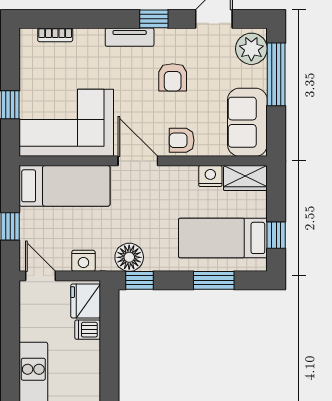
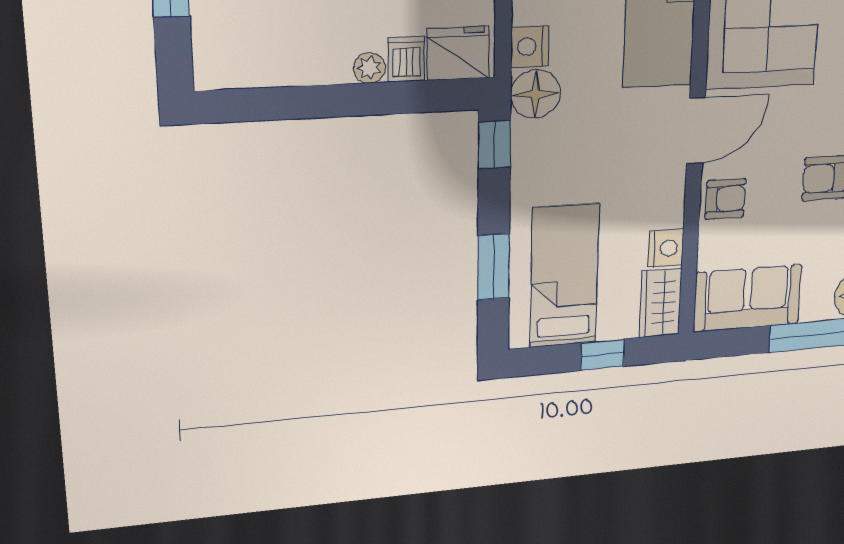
armchair: (182, 140) -> (725, 199), turned 90
window: (276, 235) -> (603, 355), moved
floor lamp: (129, 257) -> (535, 94), moved
plant: (92, 350) -> (369, 68), added

